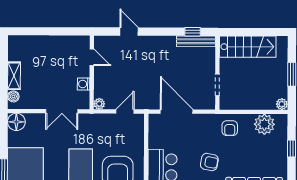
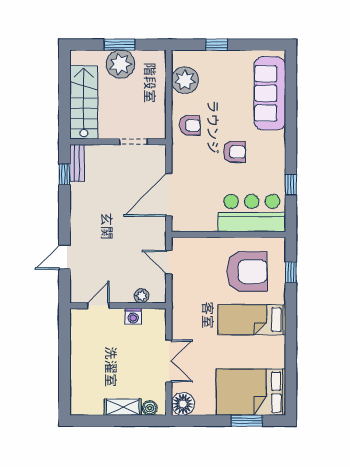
bench: (196, 41) -> (77, 163), width x0.73
plant: (99, 104) -> (142, 296), moved
plant: (282, 104) -> (120, 64), moved, width x1.88, depth x1.88
double door: (62, 111) -> (169, 361), moved
armchair: (209, 162) -> (234, 152), turned 79

